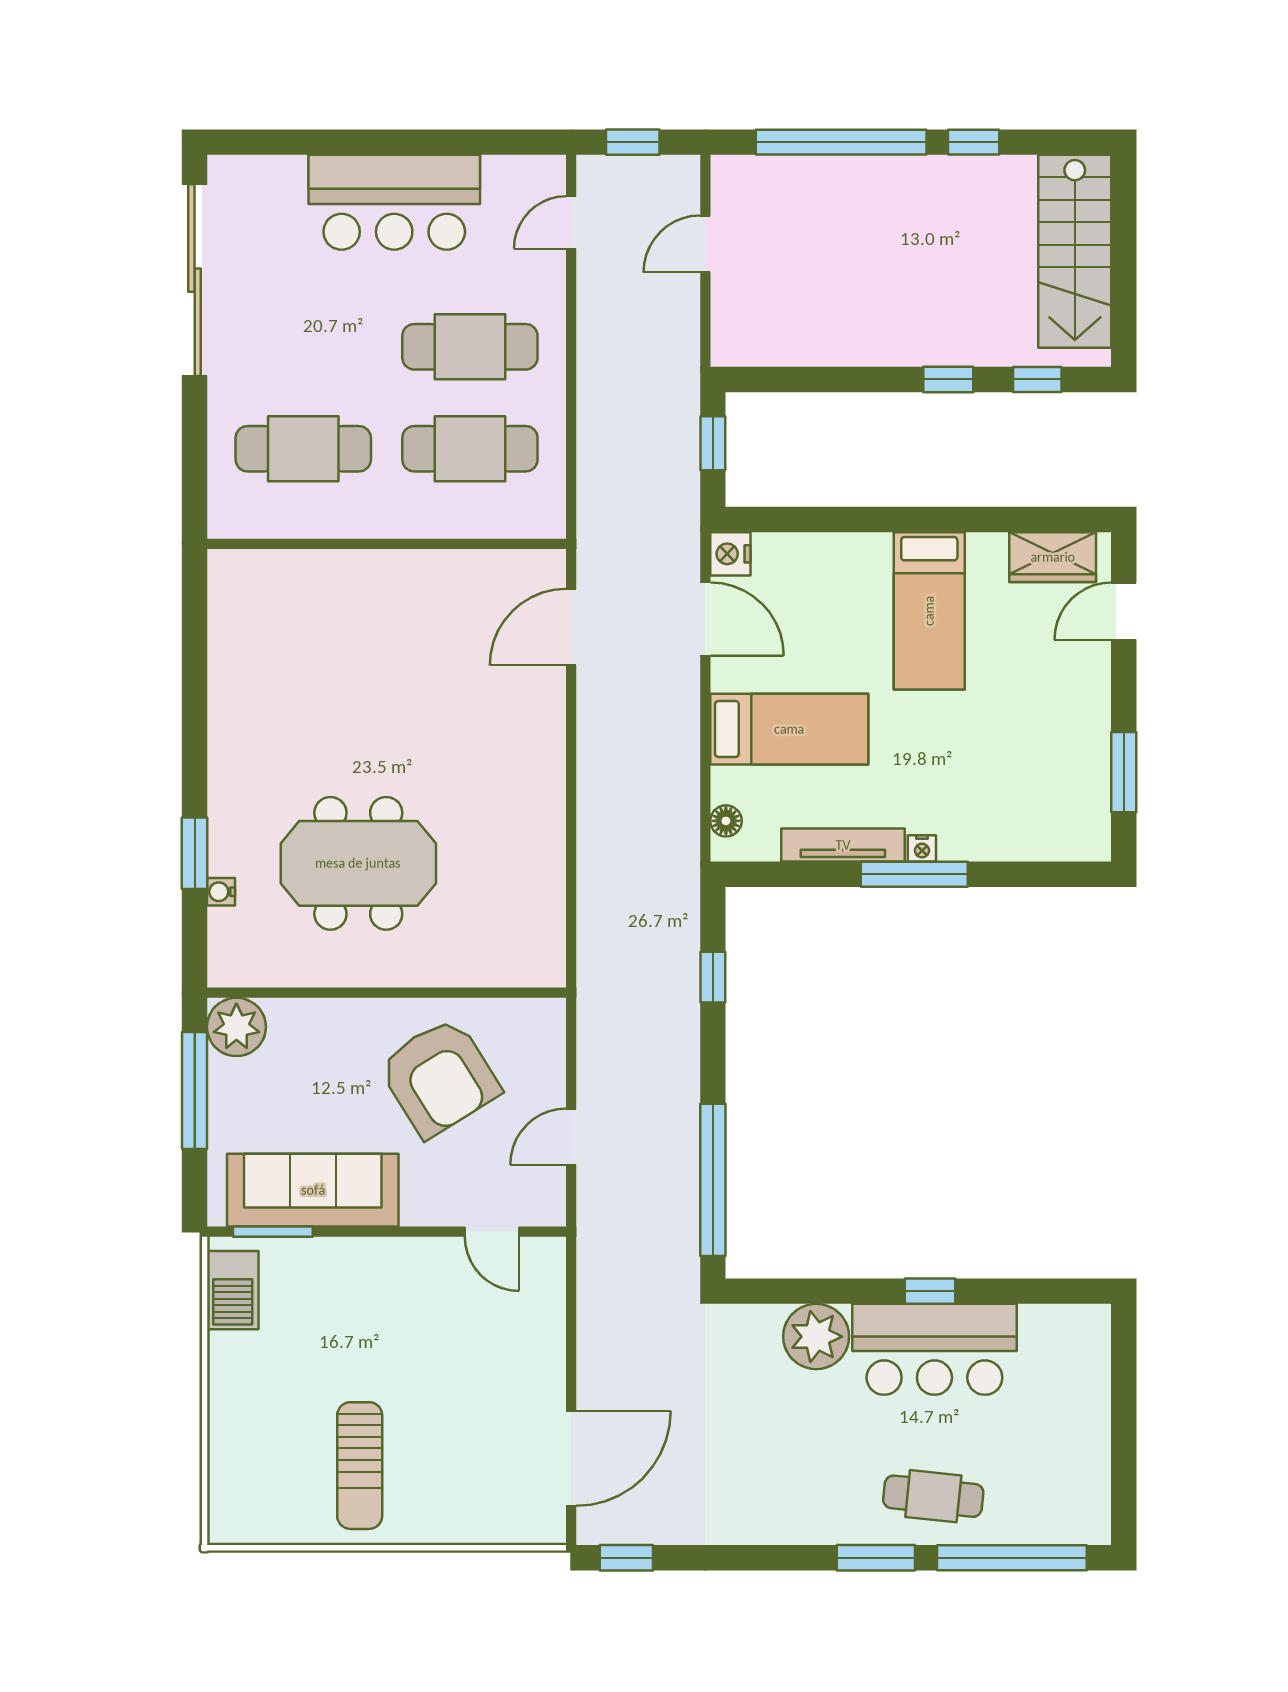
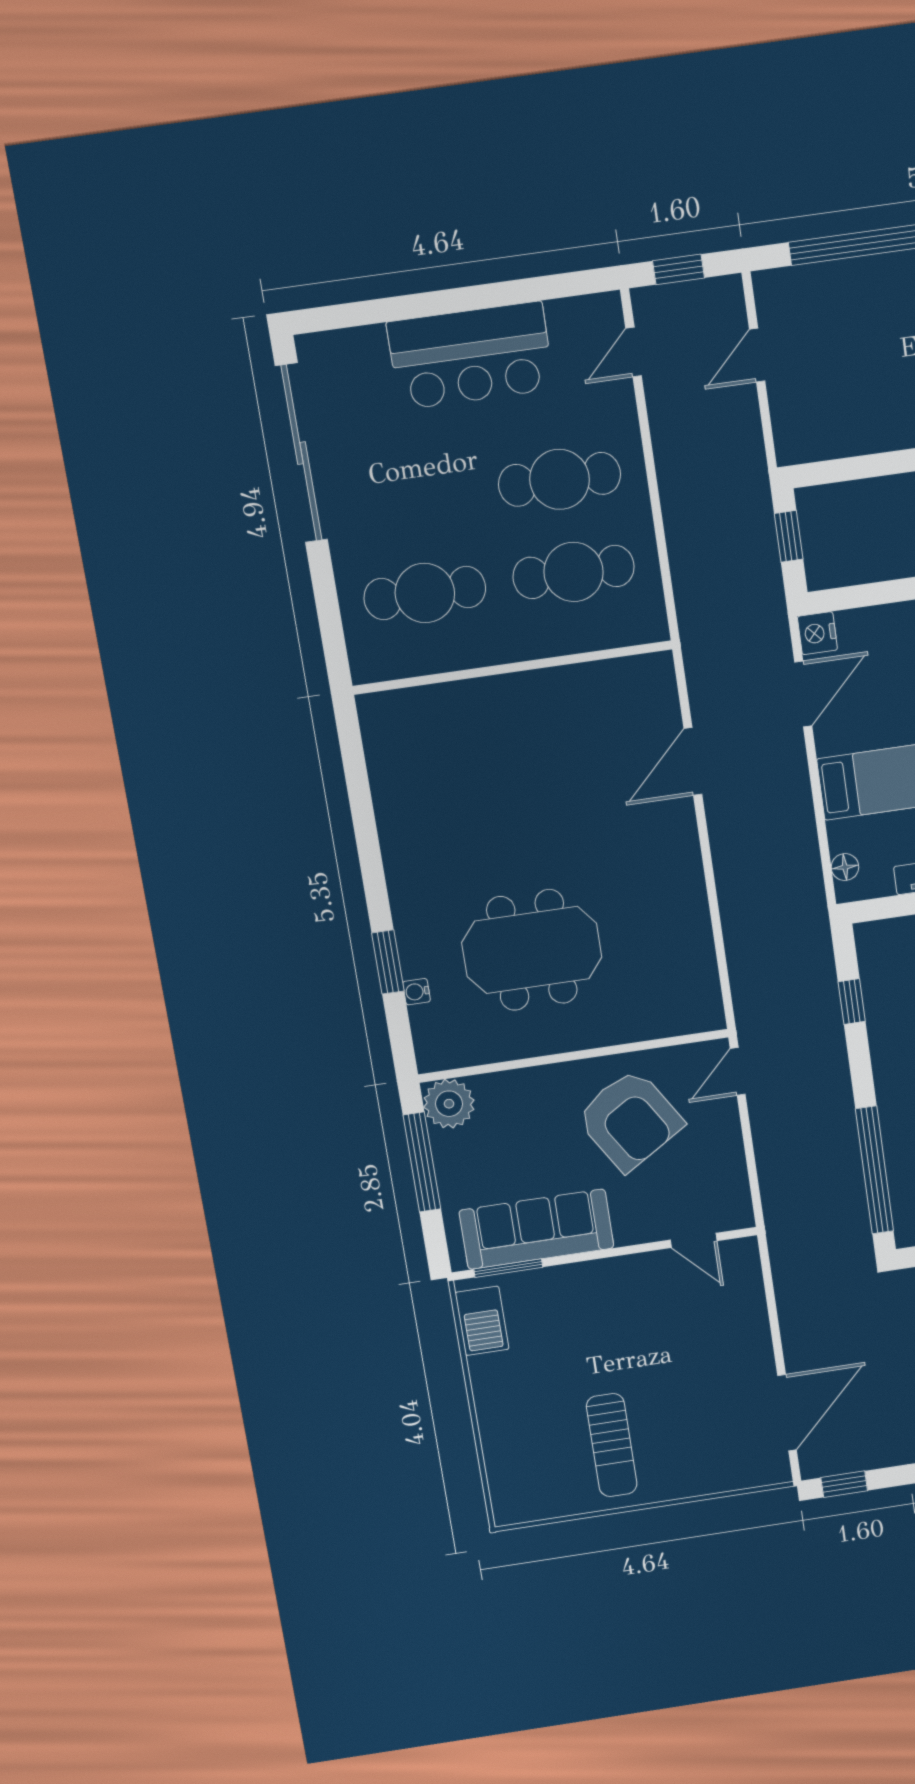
door: (705, 619) -> (803, 694), hinge flipped
door: (571, 627) -> (693, 761), moved
door: (571, 1137) -> (738, 1071), moved

